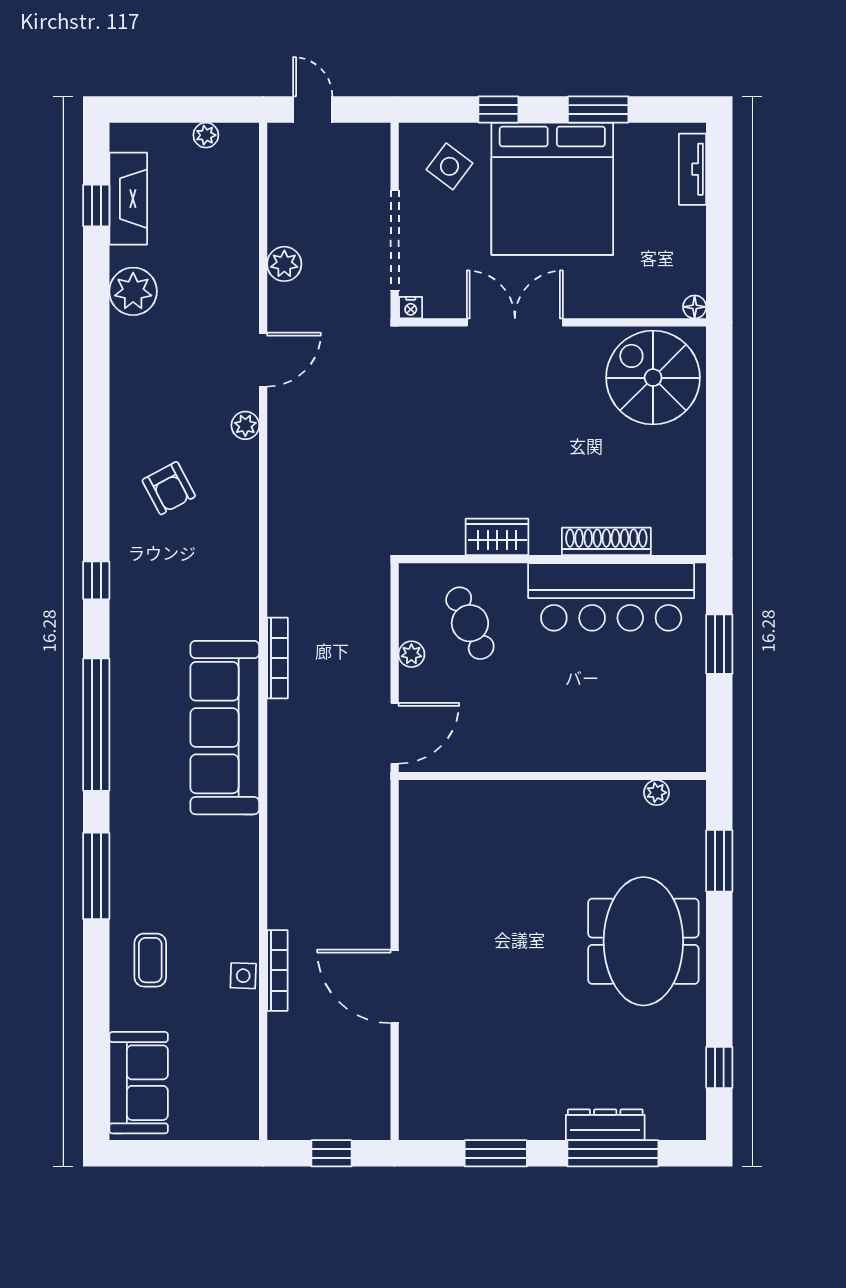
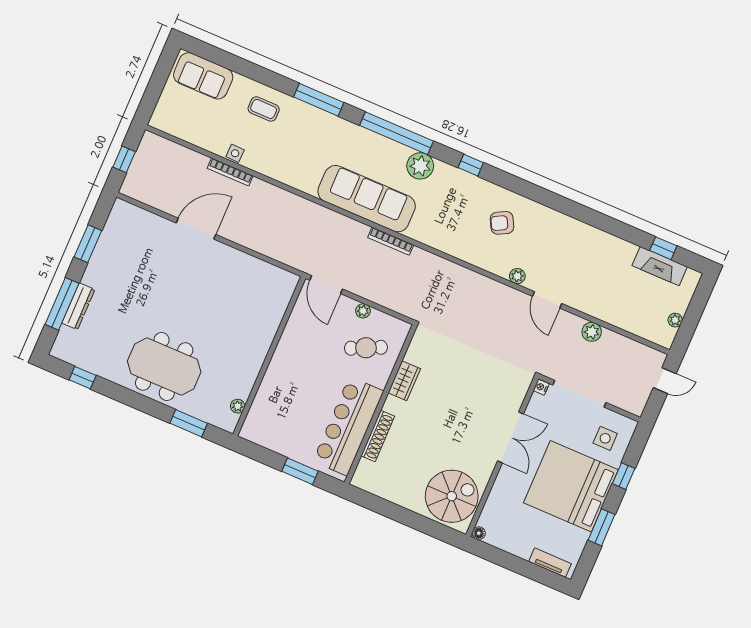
side table: (450, 166) -> (605, 438), turned -37
plant: (133, 291) -> (420, 166), moved

